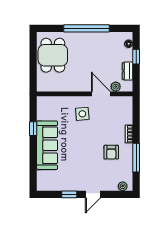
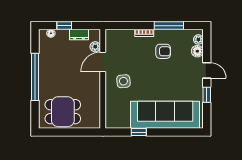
sofa: (47, 145) -> (165, 115), width x1.36, depth x1.27
floor lamp: (111, 185) -> (197, 51), added

